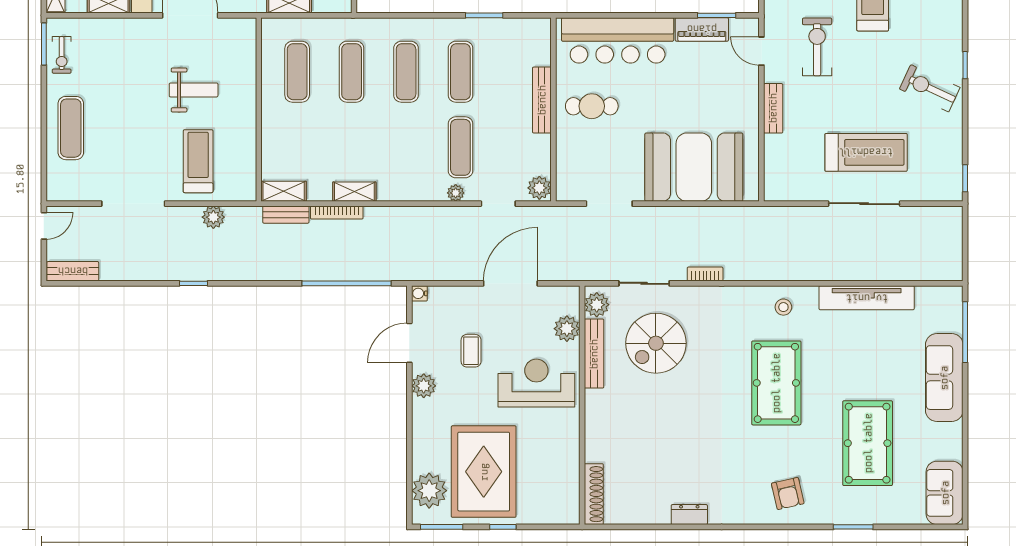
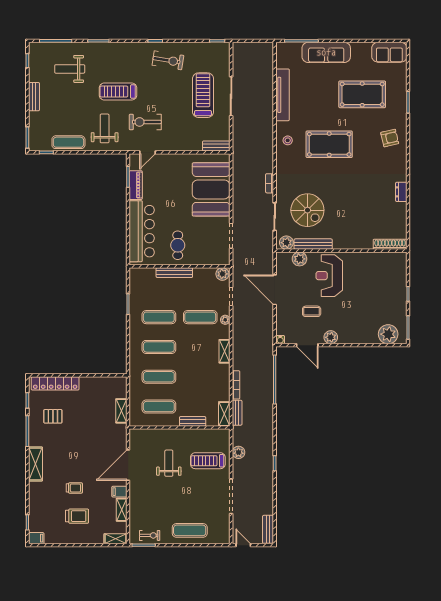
exercise bike: (930, 88) -> (168, 60), turned -106
bench: (773, 108) -> (216, 146), moved
bench: (270, 133) -> (193, 421), added
shelving: (354, 192) -> (225, 351), moved
rug: (484, 472) -> (378, 304), removed

